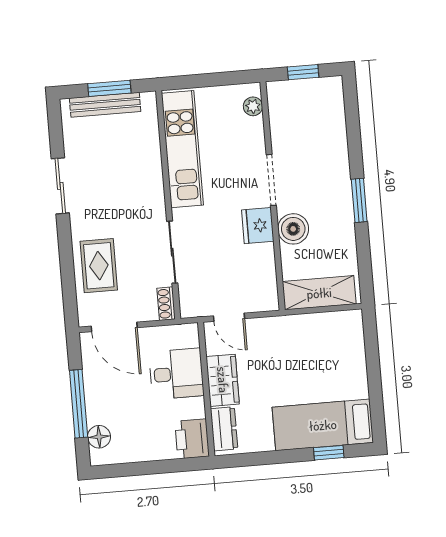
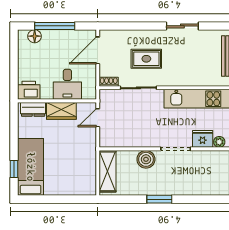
fridge: (258, 226) -> (203, 139), moved
rug: (99, 266) -> (146, 59), moved

